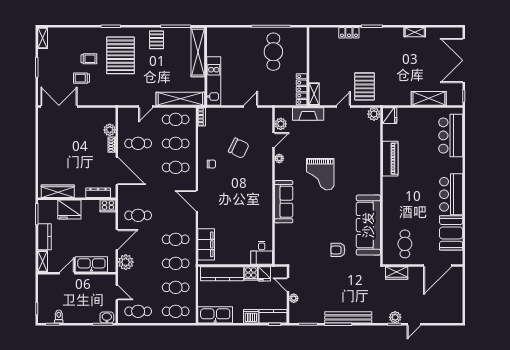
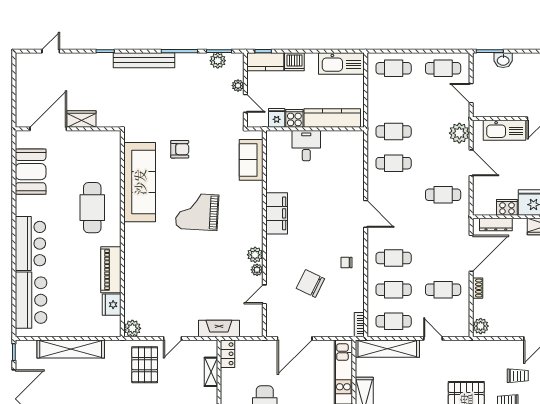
locker: (302, 89) -> (228, 354), width x0.66
shelving: (314, 94) -> (211, 372), moved
shelving: (429, 98) -> (71, 349), width x1.47
door: (146, 106) -> (433, 338), hinge flipped
door: (251, 106) -> (295, 338), width x1.88
fridge: (390, 116) -> (112, 305), moved
plant: (281, 124) -> (255, 255), moved
plant: (110, 130) -> (481, 326), moved
door: (117, 171) -> (471, 253), swing flipped
grand piano: (320, 174) -> (197, 212), moved, turned -87
bar counter: (451, 194) -> (30, 244), moved
sofa: (284, 202) -> (251, 160), moved, width x0.73
cooker: (108, 206) -> (507, 207), moved
door: (117, 240) -> (471, 163), swing flipped
filing cabinet: (206, 244) -> (277, 213), moved, turned 180
cafe table: (405, 244) -> (92, 208), moved, width x1.37, depth x1.35
desk: (262, 253) -> (306, 146), moved
wardrobe: (397, 273) -> (81, 119), moved
cafe table: (176, 287) -> (394, 100), removed
washbasin: (107, 317) -> (503, 60), moved
bench: (348, 317) -> (144, 60), moved
plant: (395, 317) -> (218, 61), moved
door: (414, 324) -> (51, 51), moved

